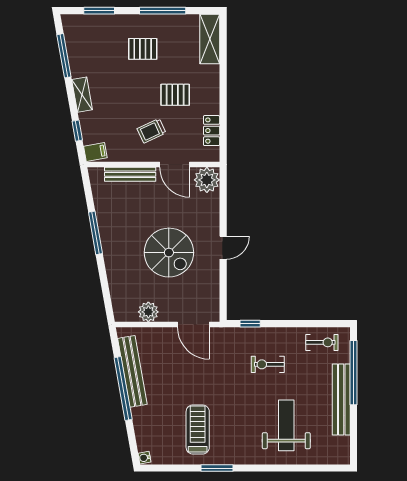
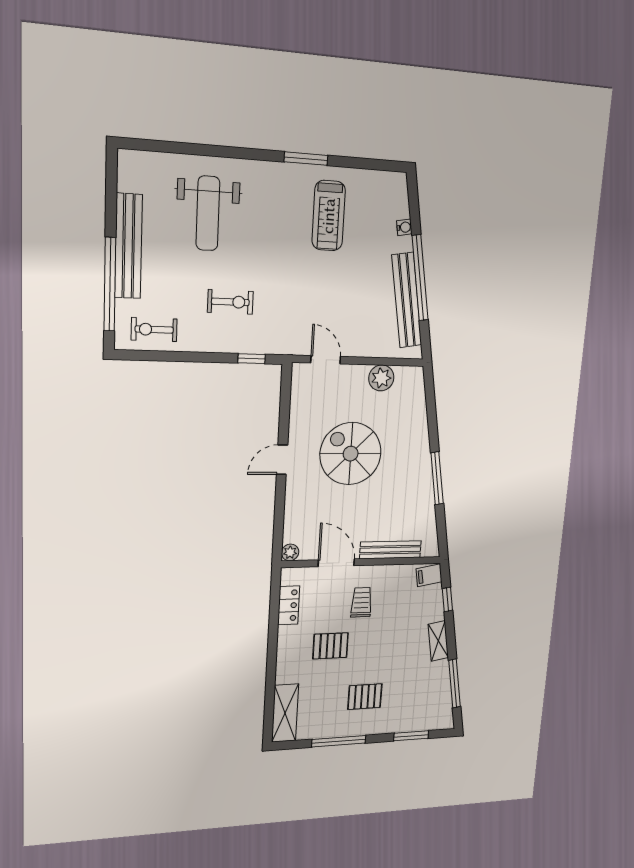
trolley: (152, 131) -> (361, 602), turned -65
plant: (207, 180) -> (290, 552), width x0.53, depth x0.53
door: (193, 325) -> (326, 360), width x0.73
water cooler: (144, 458) -> (404, 227), moved

